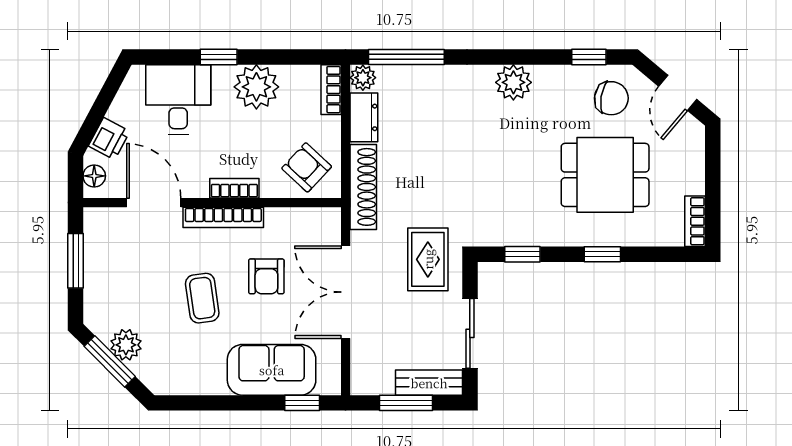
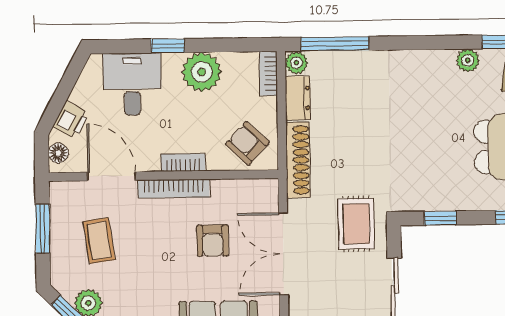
plant: (513, 82) -> (468, 60), moved, width x0.73, depth x0.73
coffee table: (202, 298) -> (99, 241), moved

